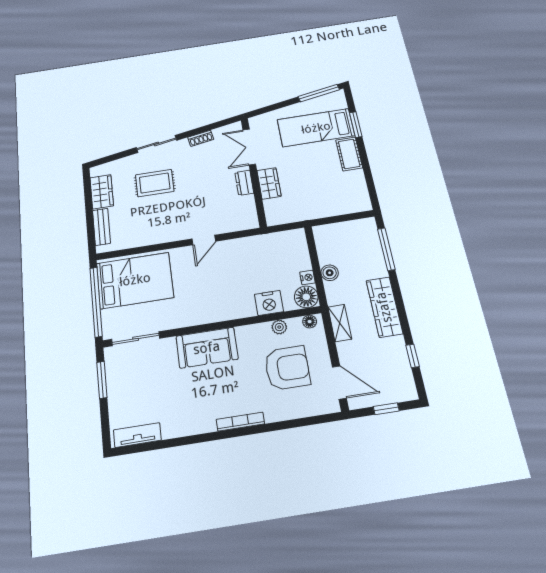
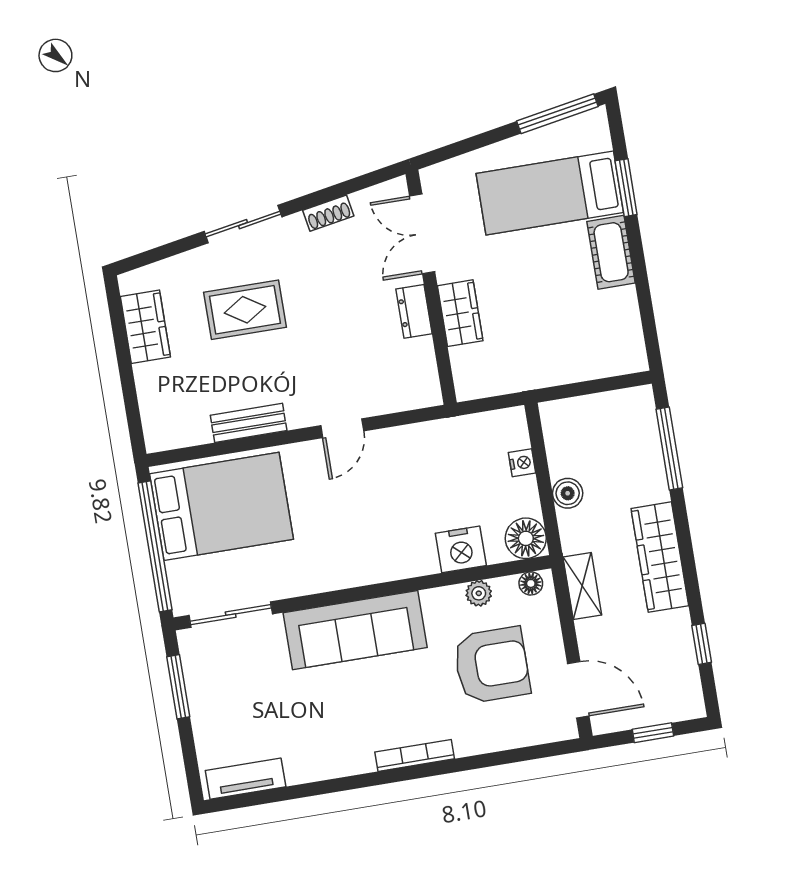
bench: (101, 227) -> (249, 423), moved, turned 90
nightstand: (307, 277) -> (522, 463), moved
sofa: (207, 348) -> (355, 630), width x1.36

